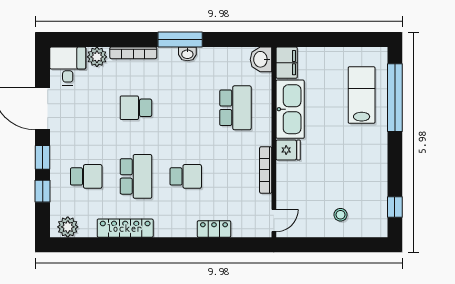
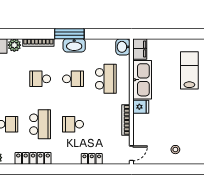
washbasin: (187, 54) -> (74, 45), width x1.91, depth x1.45
school desk: (186, 108) -> (73, 79), added
school desk: (186, 176) -> (73, 124), turned 180

